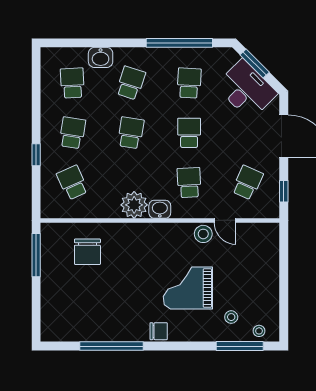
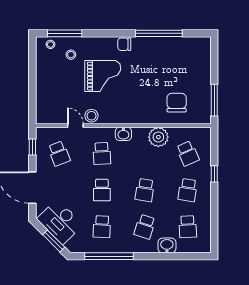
school desk: (247, 183) -> (59, 153), turned -45
plant: (134, 205) -> (158, 137), moved

